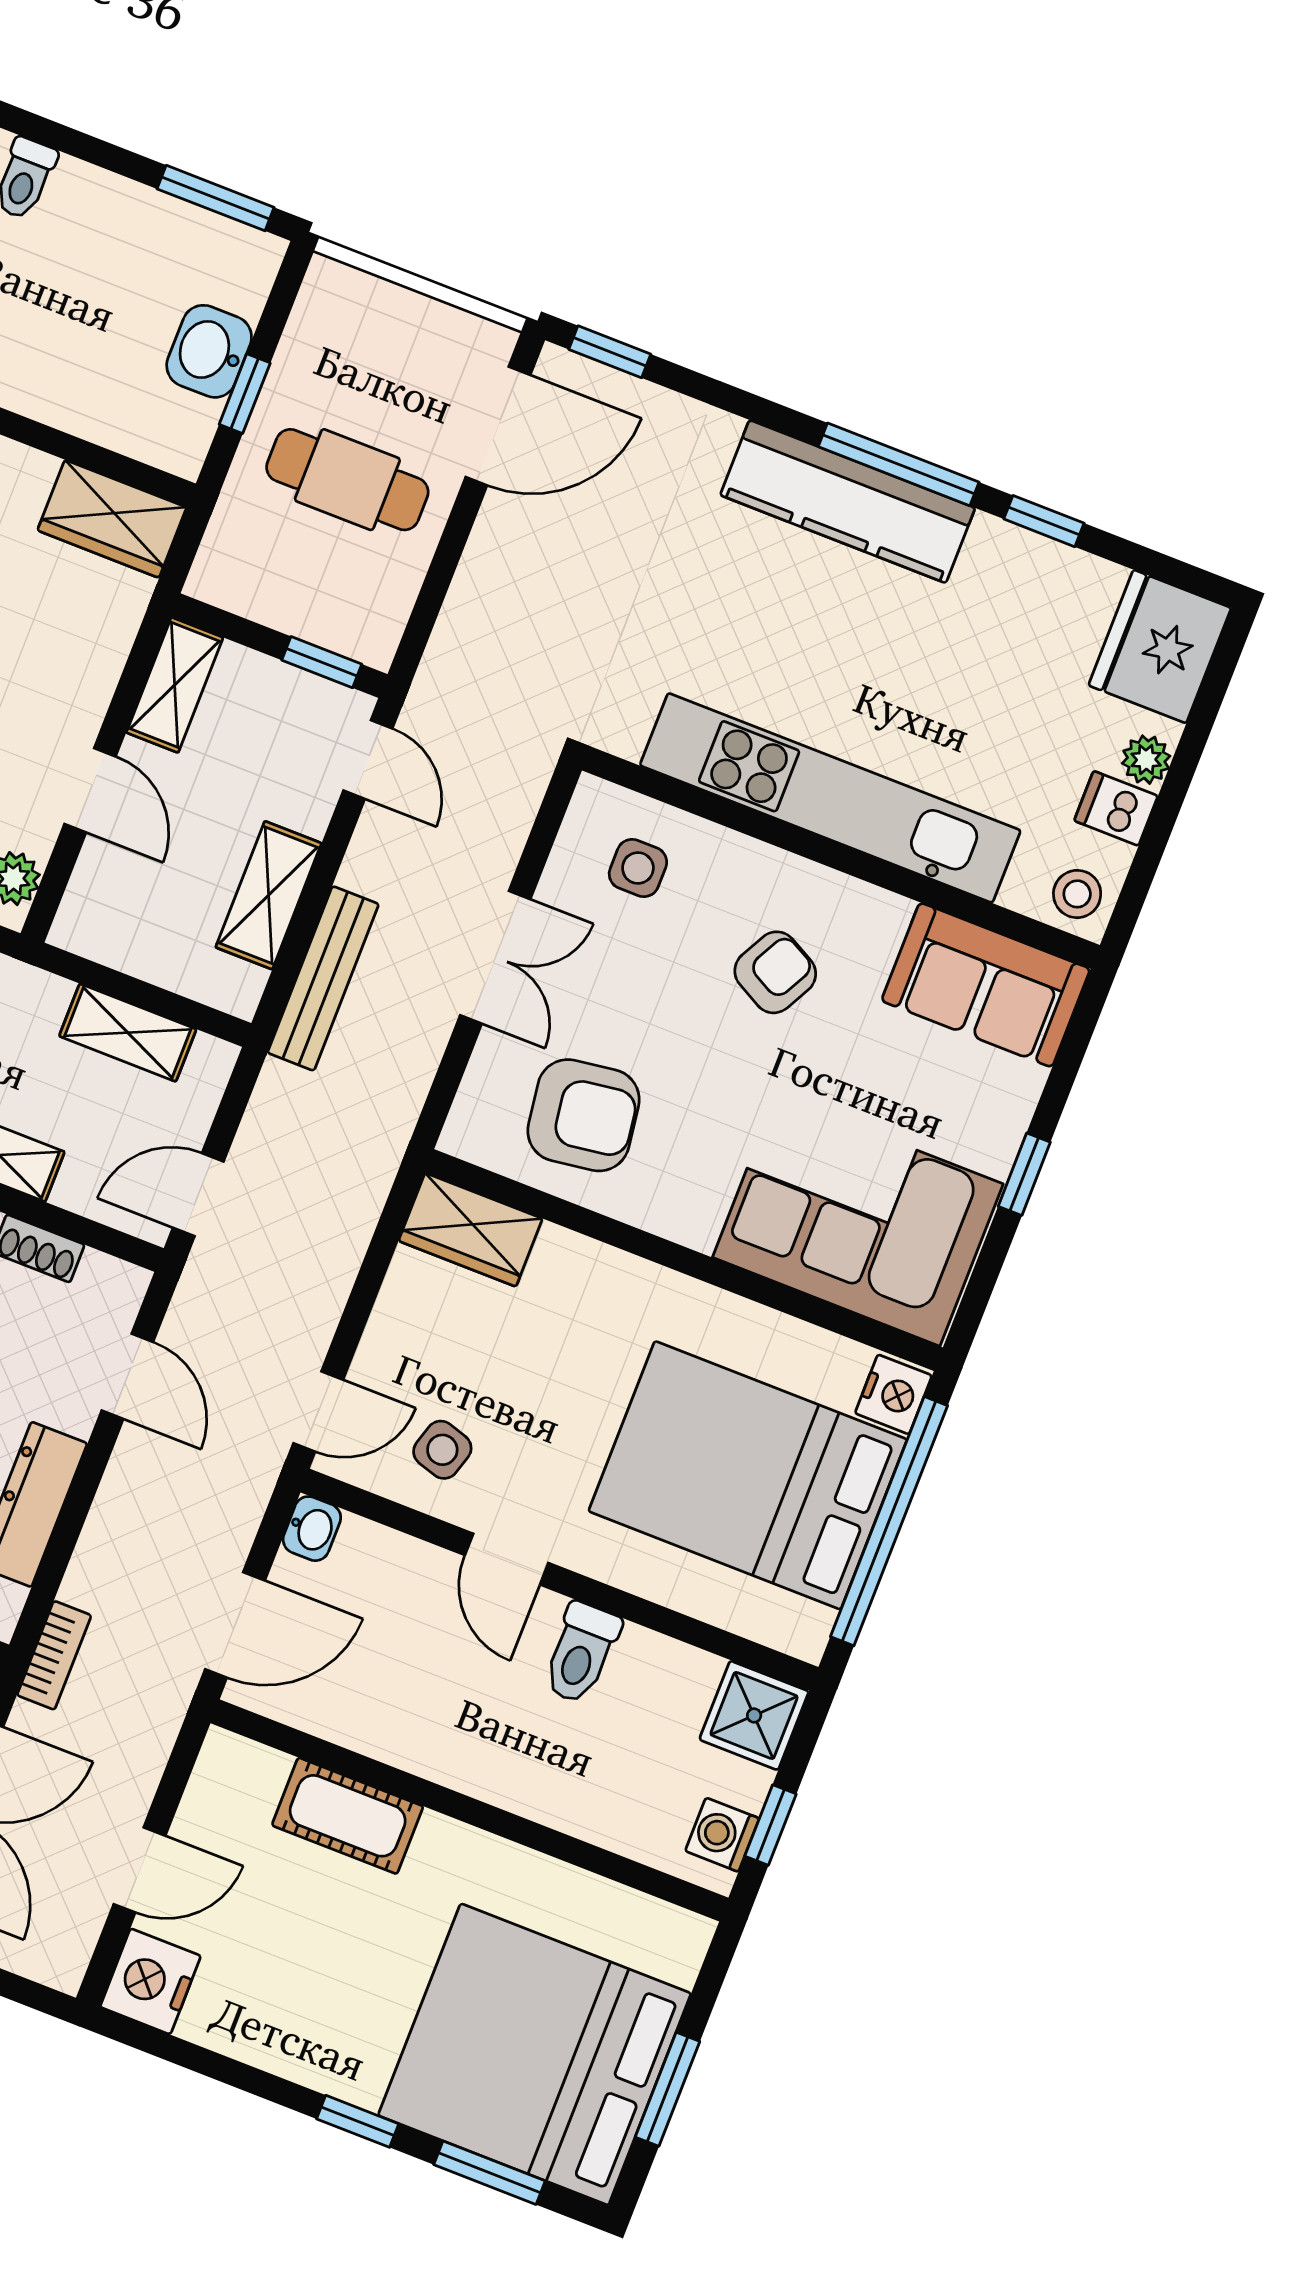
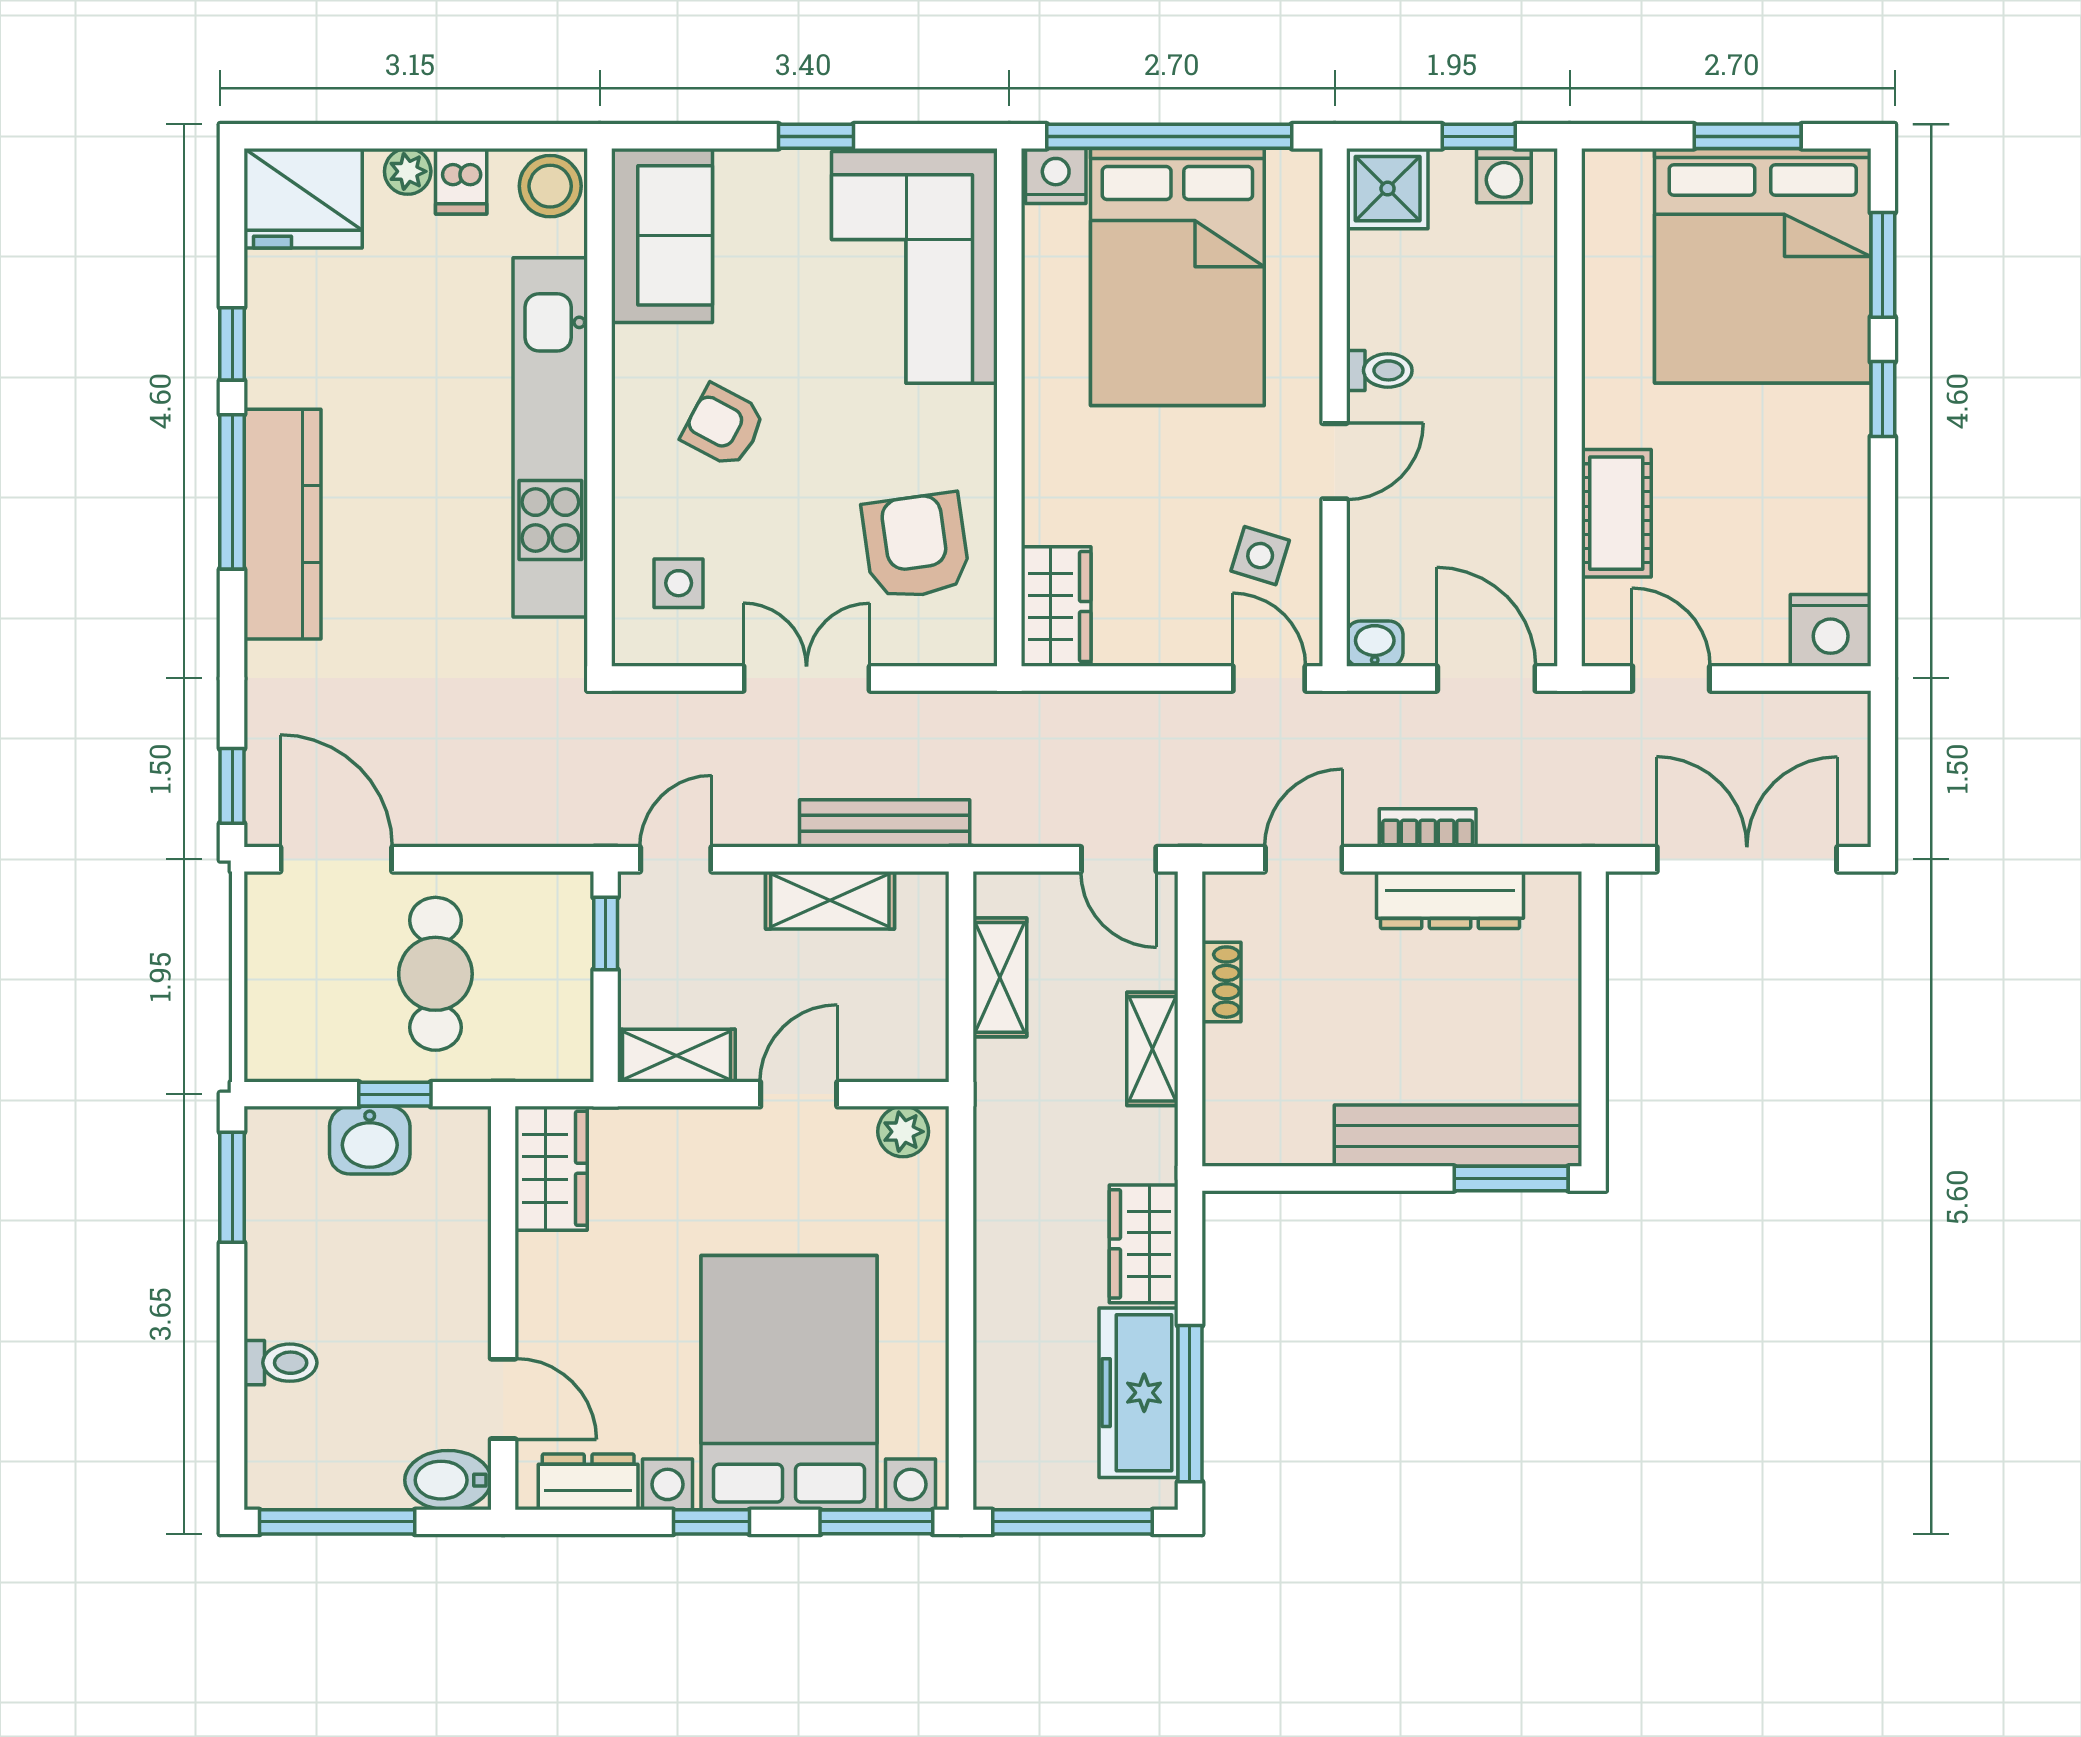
stool: (1077, 894) -> (550, 186), width x1.37, depth x1.37
toilet: (581, 1653) -> (1379, 370), width x0.73, depth x0.72
bookcase: (54, 1655) -> (1428, 828), moved
door: (139, 1870) -> (1671, 678), moved

